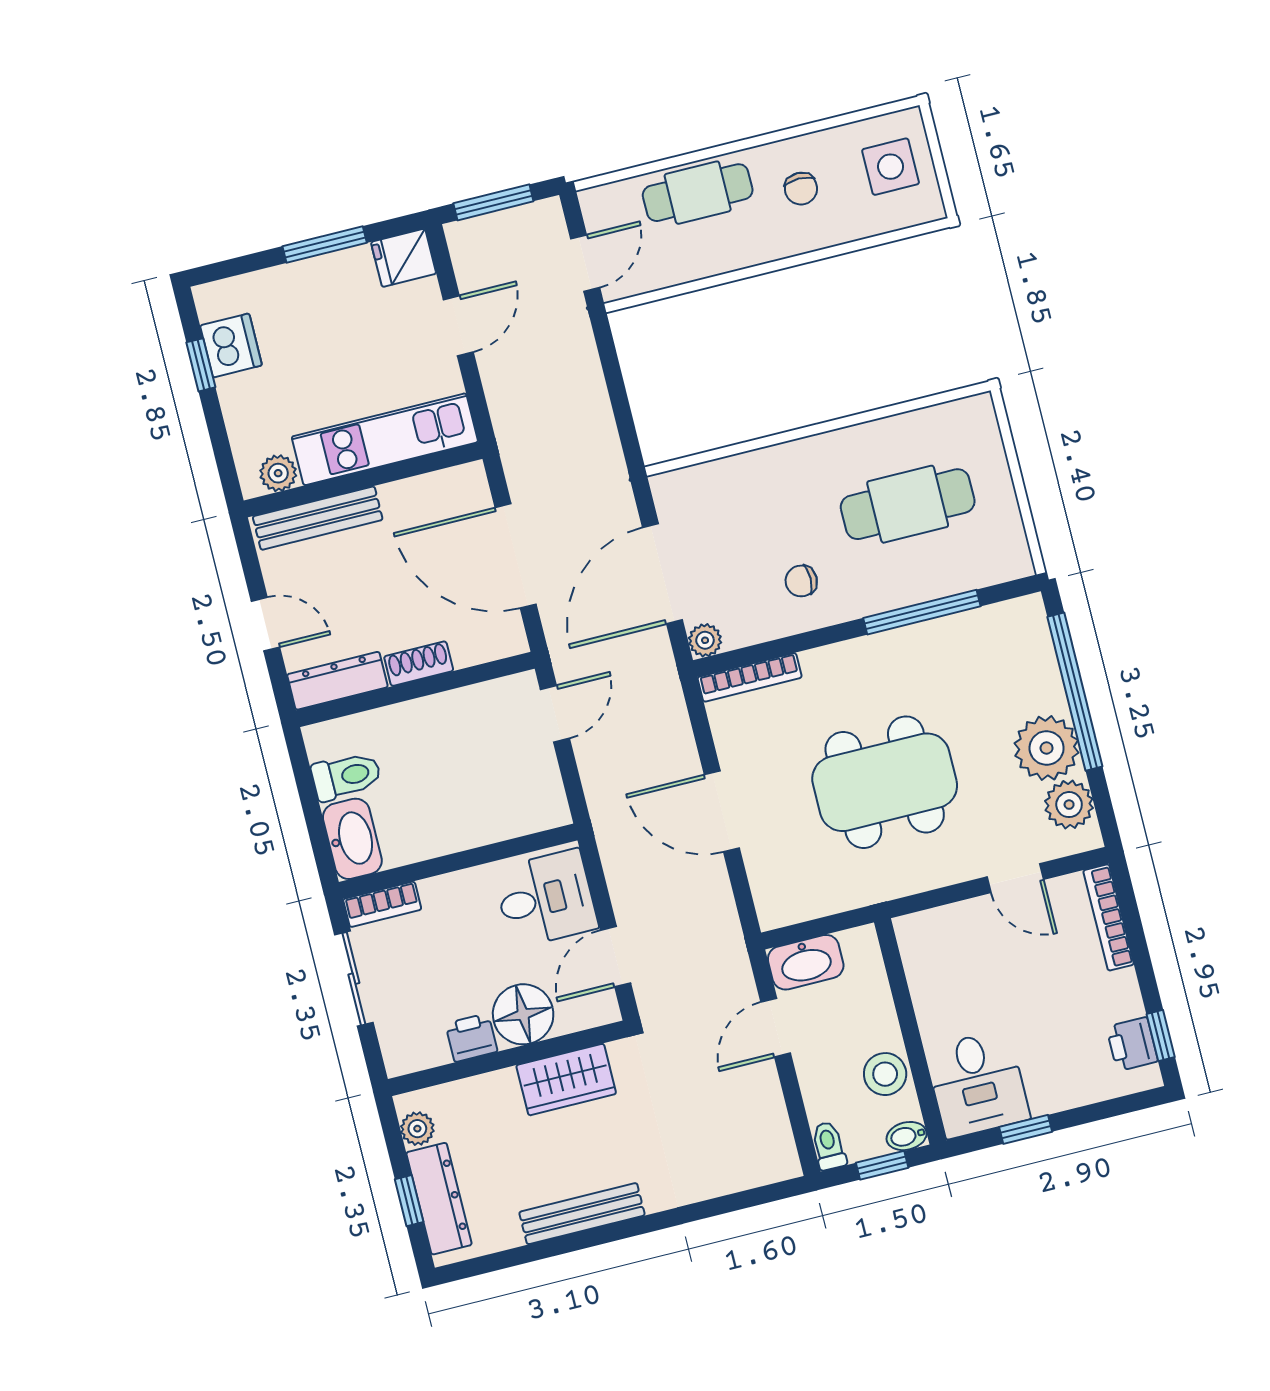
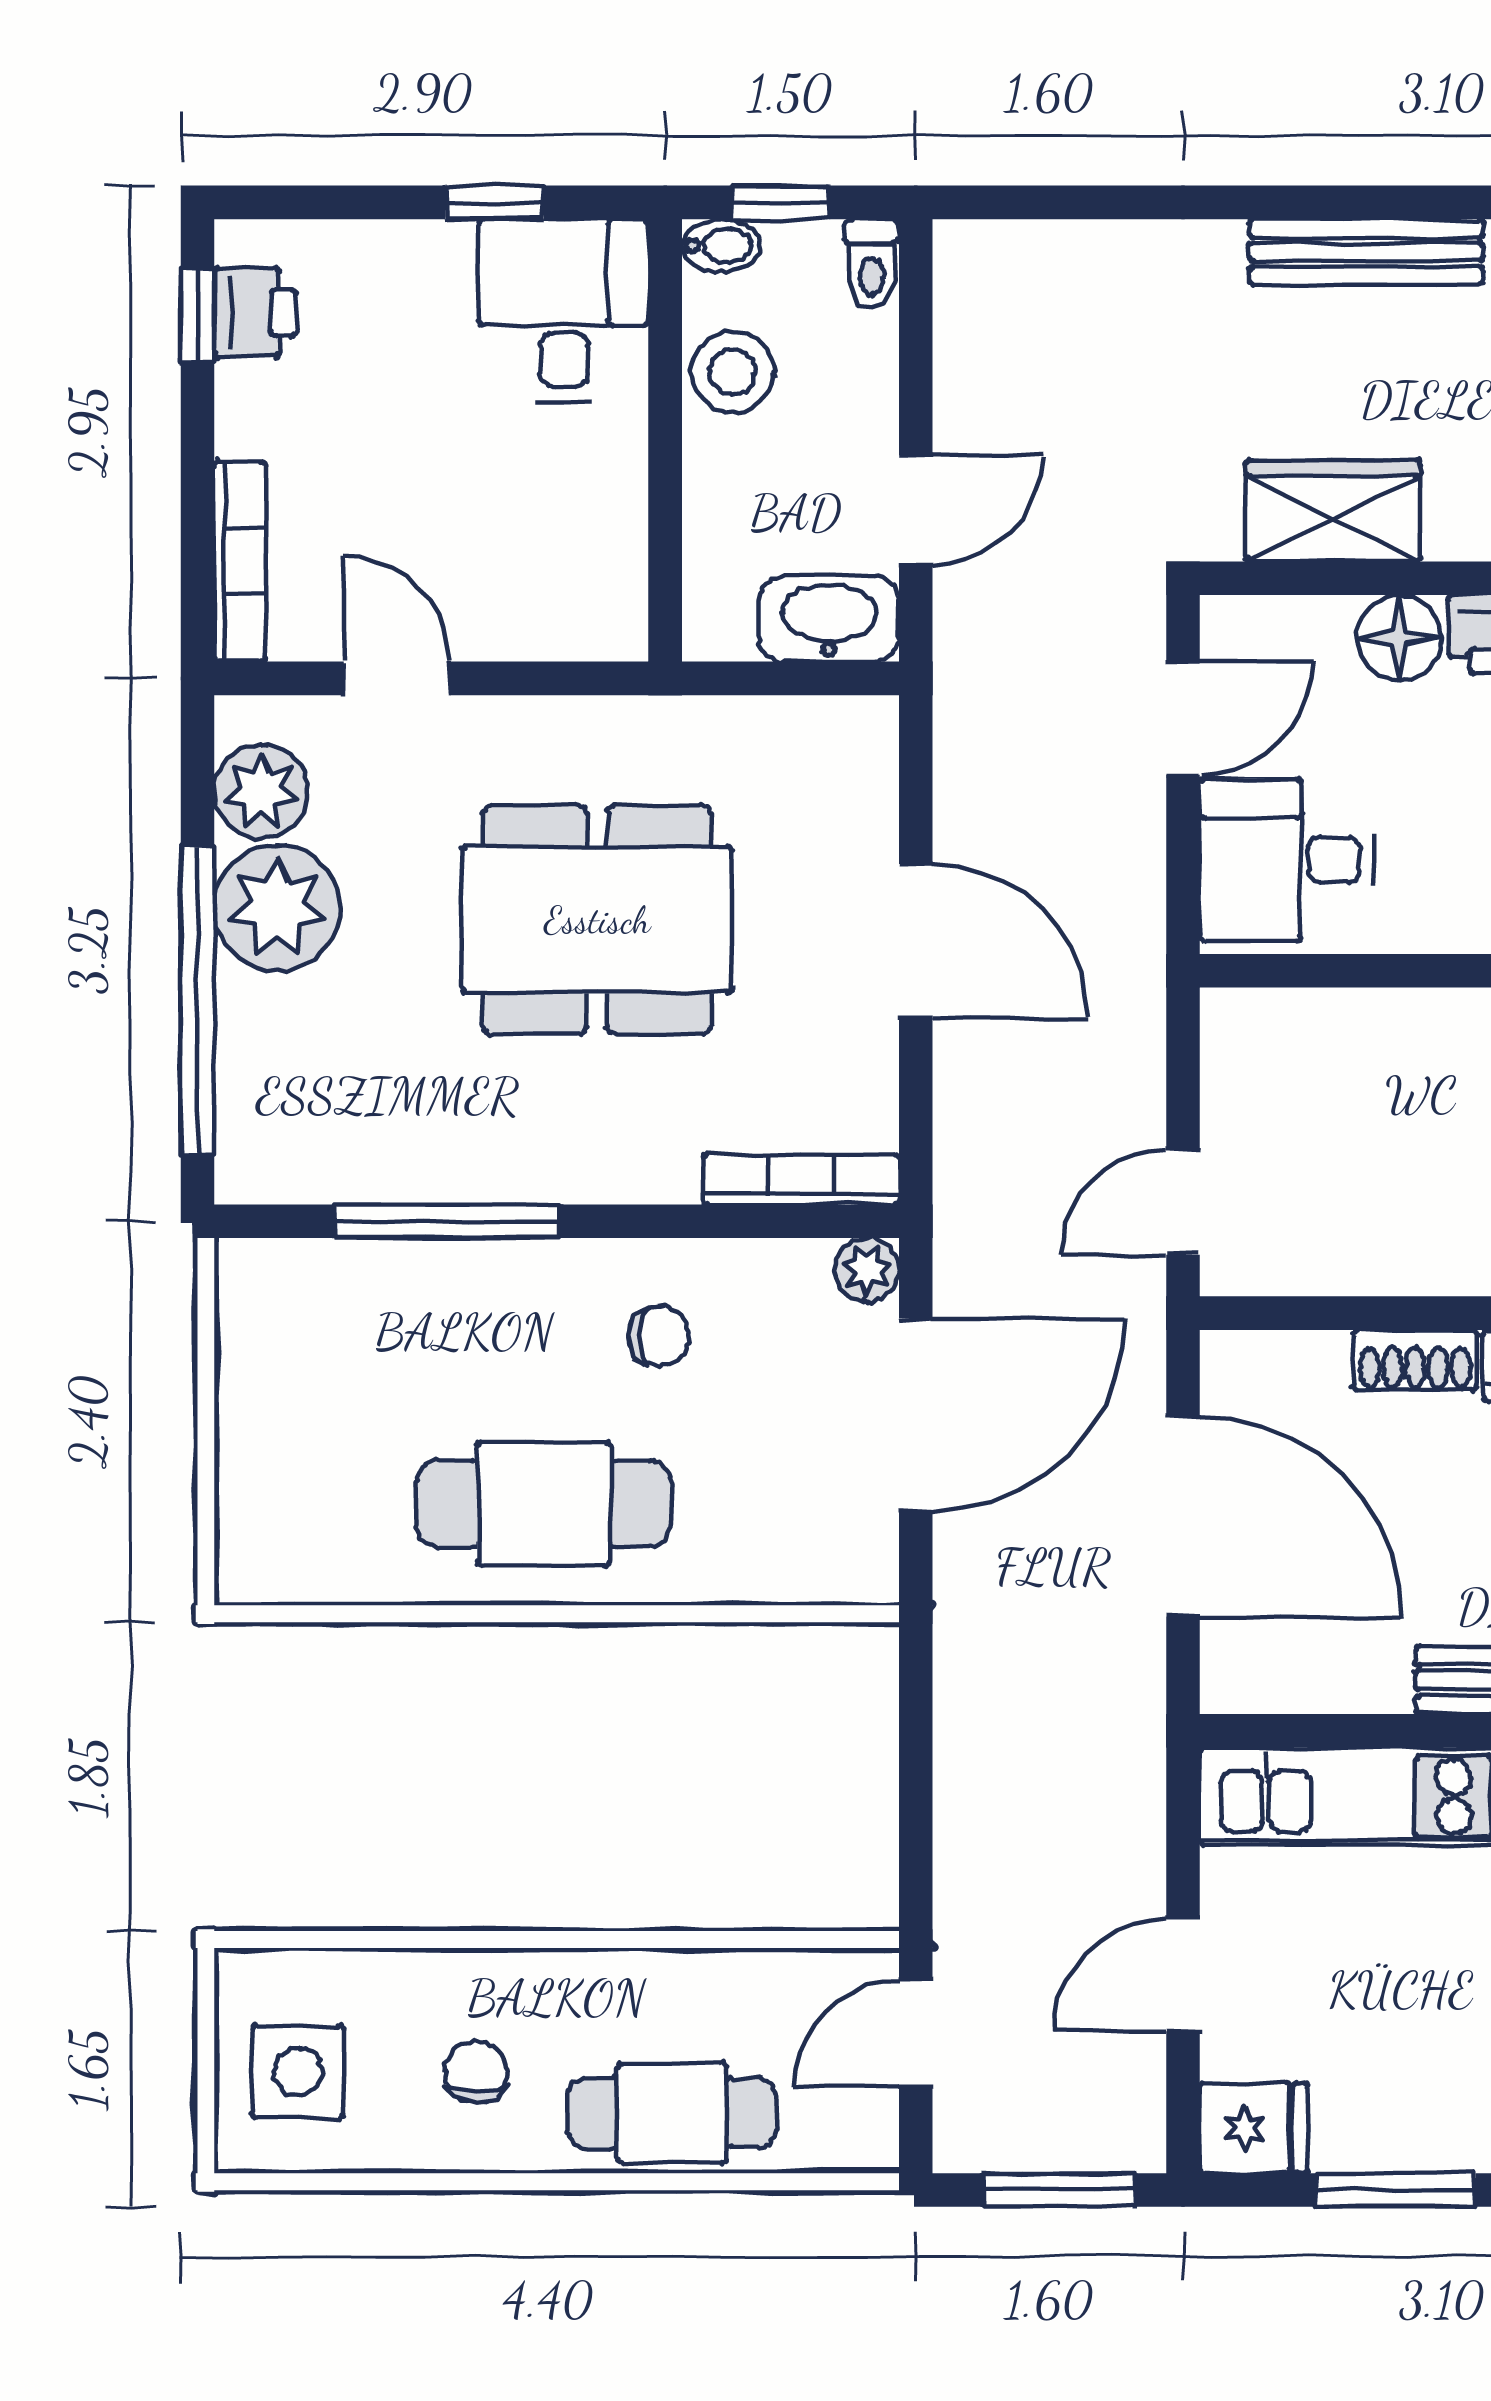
cafe table: (908, 504) -> (544, 1504), moved
floor lamp: (523, 1014) -> (1399, 637), width x0.73, depth x0.73

